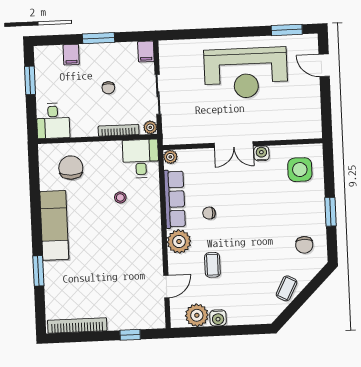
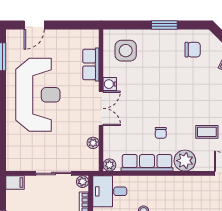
row of seats: (282, 131) -> (91, 65), added
plant: (194, 137) -> (93, 143), added

